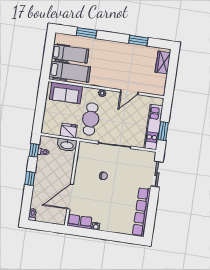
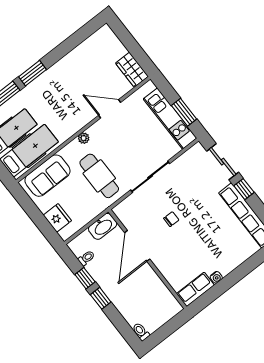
window: (138, 40) -> (33, 73), moved
wardrobe: (163, 63) -> (132, 70), moved
door: (129, 92) -> (110, 109), swing flipped
fridge: (69, 131) -> (57, 218), moved, turned 90
window: (34, 150) -> (85, 278), moved
door: (70, 197) -> (137, 246), moved
window: (153, 198) -> (244, 189), added

